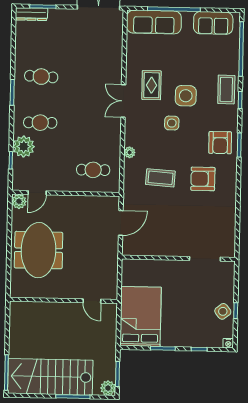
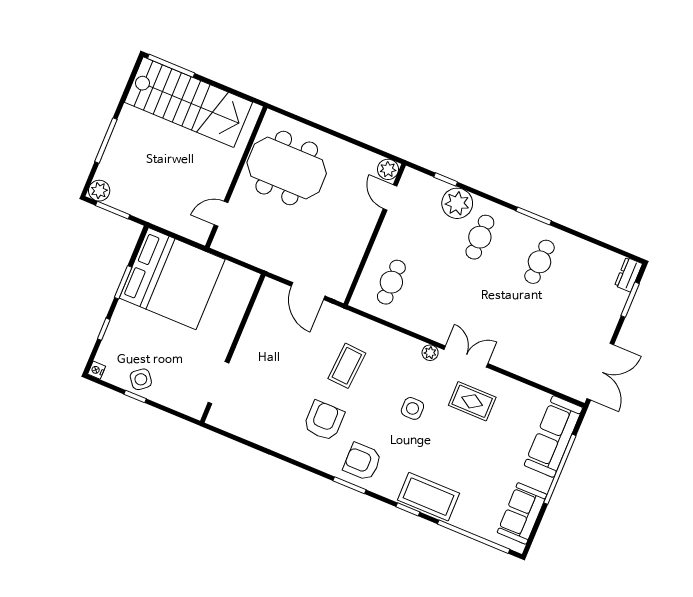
dresser: (31, 14) -> (628, 275), width x0.70
coffee table: (226, 89) -> (429, 497), width x1.36, depth x1.32
side table: (186, 96) -> (441, 441), removed
plant: (130, 152) -> (430, 353), moved
meeting table: (39, 250) -> (287, 168), moved
bed: (140, 317) -> (172, 279), width x1.36
stairs: (50, 377) -> (188, 102), moved, turned 90

